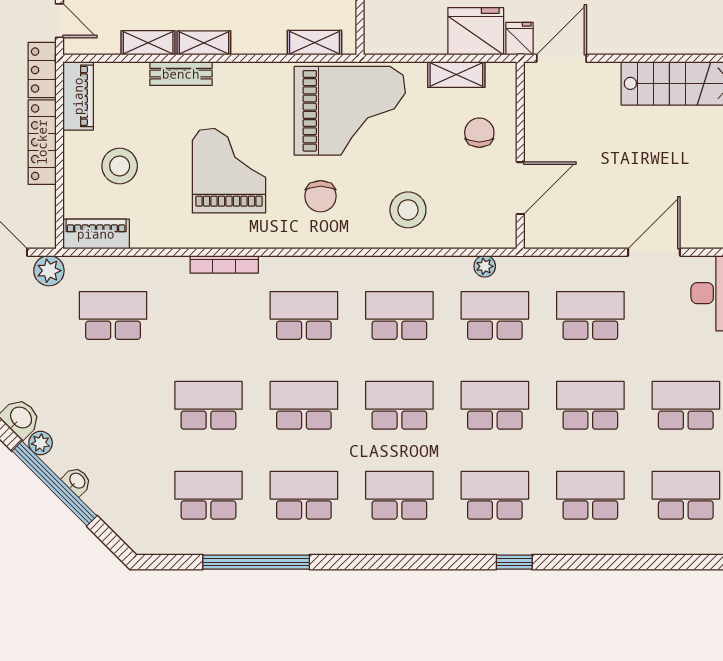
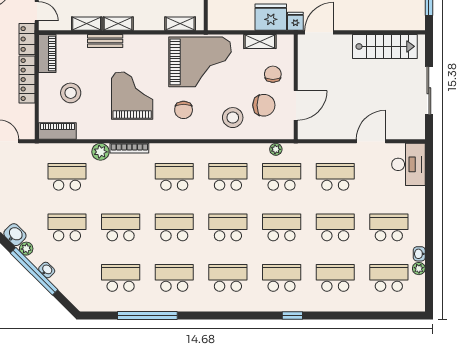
chair: (463, 188) -> (264, 105), added
plant: (49, 271) -> (100, 152), moved
school desk: (113, 405) -> (67, 227), added

